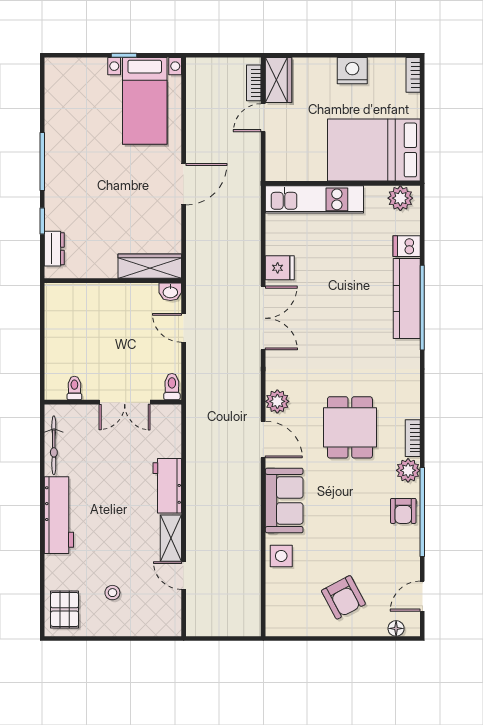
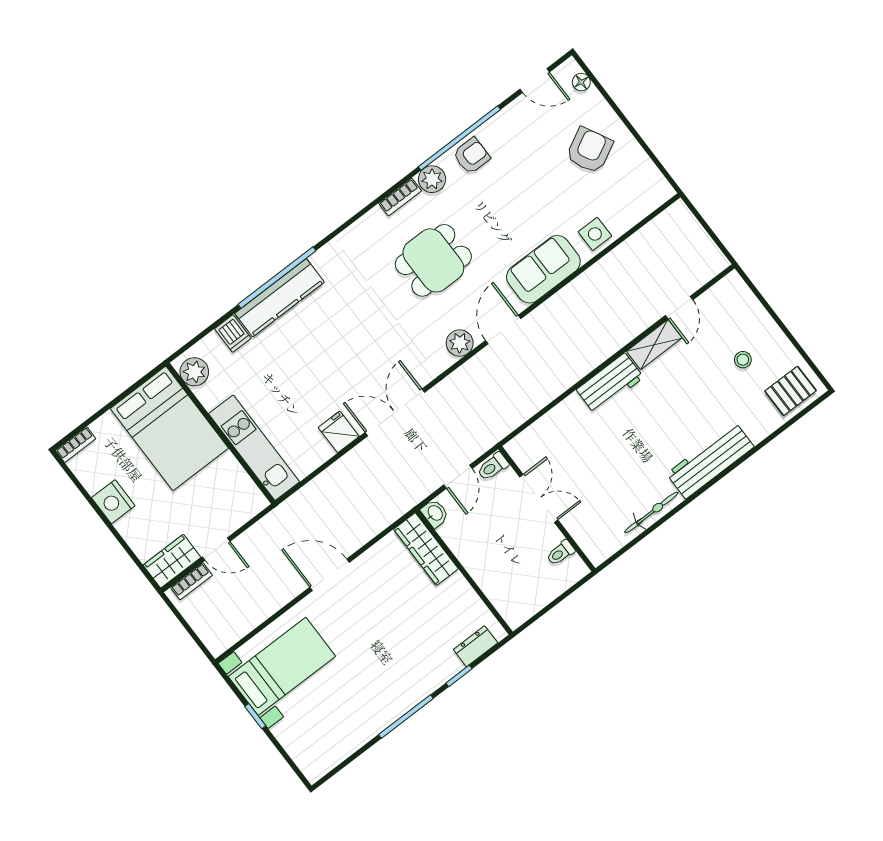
toilet: (172, 387) -> (493, 467), moved
toilet: (74, 388) -> (560, 553), moved
wall: (113, 402) -> (547, 509), moved
double door: (125, 402) -> (539, 498), moved

